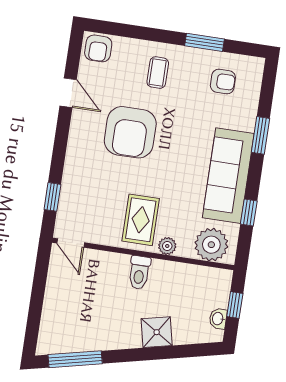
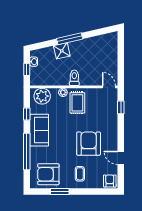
armchair: (223, 81) -> (48, 174), width x1.88, depth x1.88
window: (260, 135) -> (27, 151), width x2.11
sofa: (228, 176) -> (39, 130), width x0.73
window: (75, 359) -> (70, 39), moved

